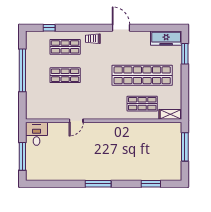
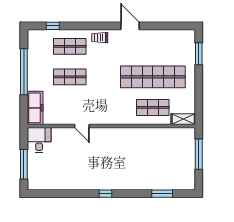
freezer: (166, 38) -> (35, 108), moved, turned -90
door: (76, 121) -> (82, 126), hinge flipped
window: (98, 184) -> (105, 194), width x0.46

